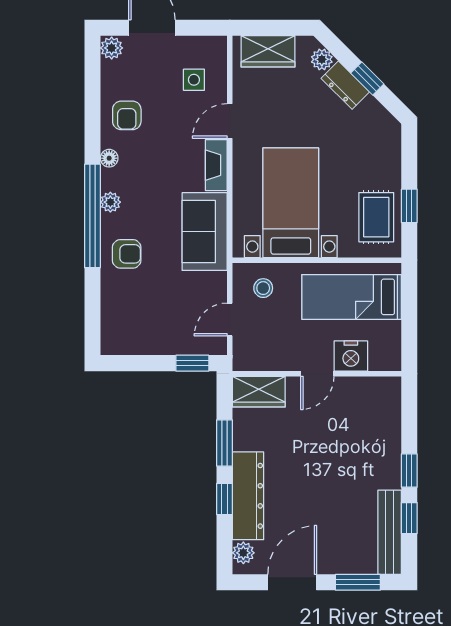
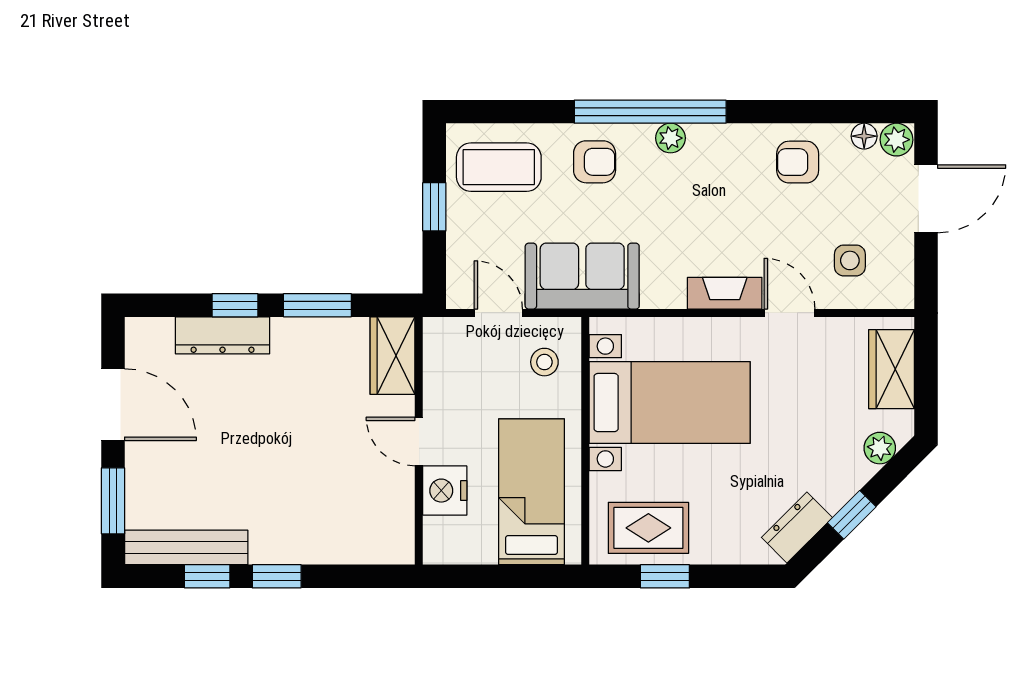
dresser: (345, 85) -> (797, 527), moved
floor lamp: (109, 158) -> (864, 136), moved
sofa: (205, 232) -> (582, 276), moved
armchair: (127, 254) -> (595, 162), turned -90
coffee table: (130, 319) -> (499, 167), added
window: (192, 363) -> (434, 207), moved
dresser: (248, 496) -> (223, 335), width x0.73, depth x0.80
plant: (243, 553) -> (156, 333), removed

